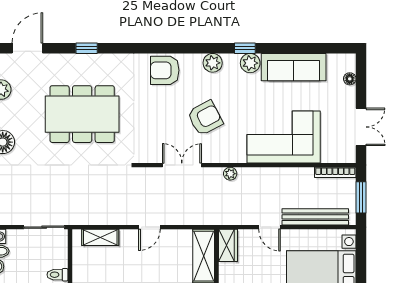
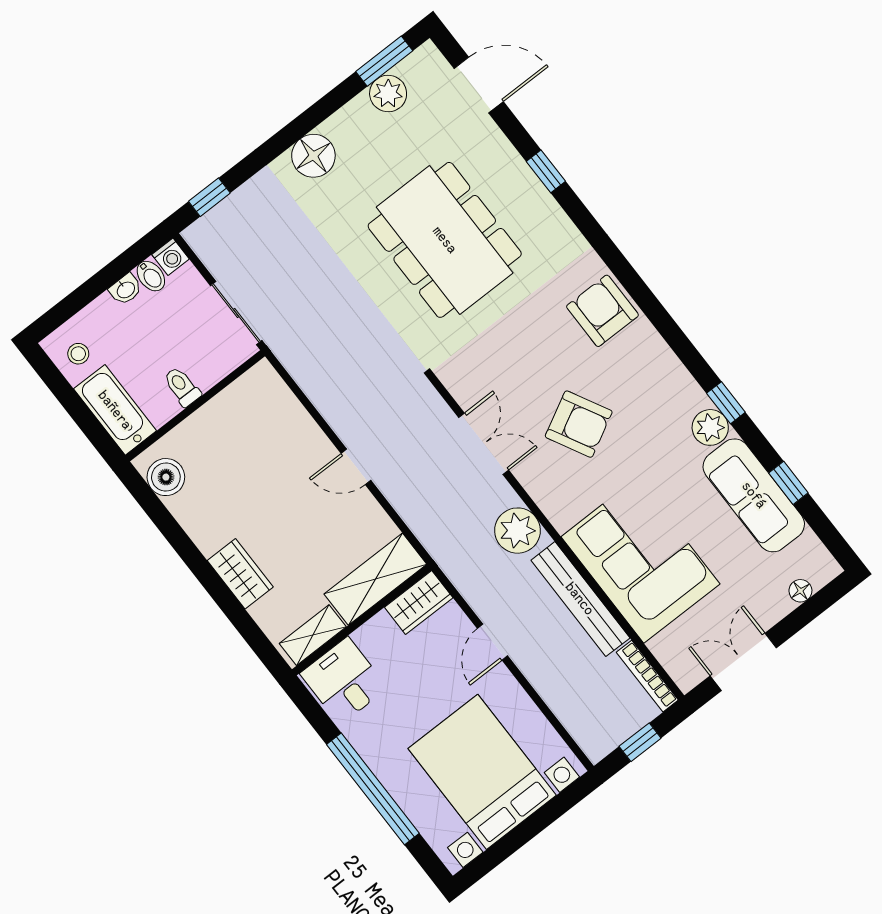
window: (300, 48) -> (788, 483), added
plant: (213, 63) -> (668, 372), removed
double door: (361, 127) -> (743, 662), swing flipped
plant: (230, 174) -> (518, 531), width x1.88, depth x1.88
window: (361, 197) -> (640, 742), width x0.67
bench: (315, 217) -> (580, 599), moved
shelving: (100, 237) -> (285, 407), removed

